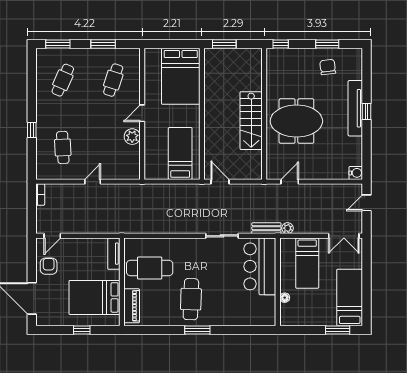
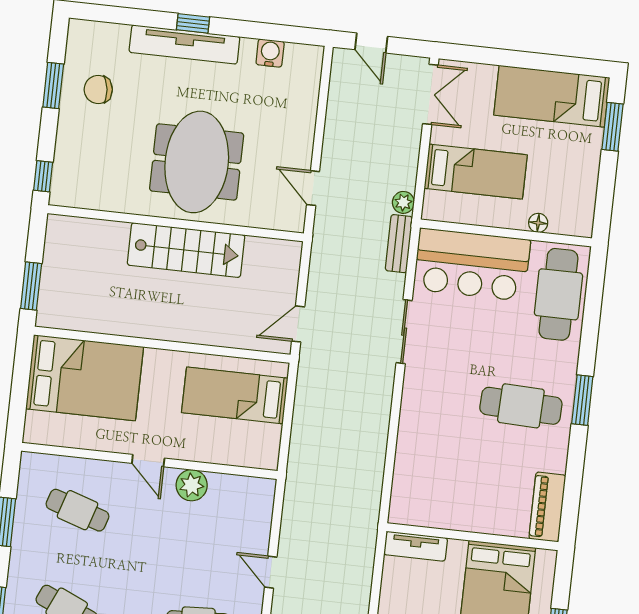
water cooler: (356, 173) -> (270, 53), moved
cafe table: (150, 268) -> (558, 294), moved
piano: (132, 306) -> (547, 507), moved, turned -90

